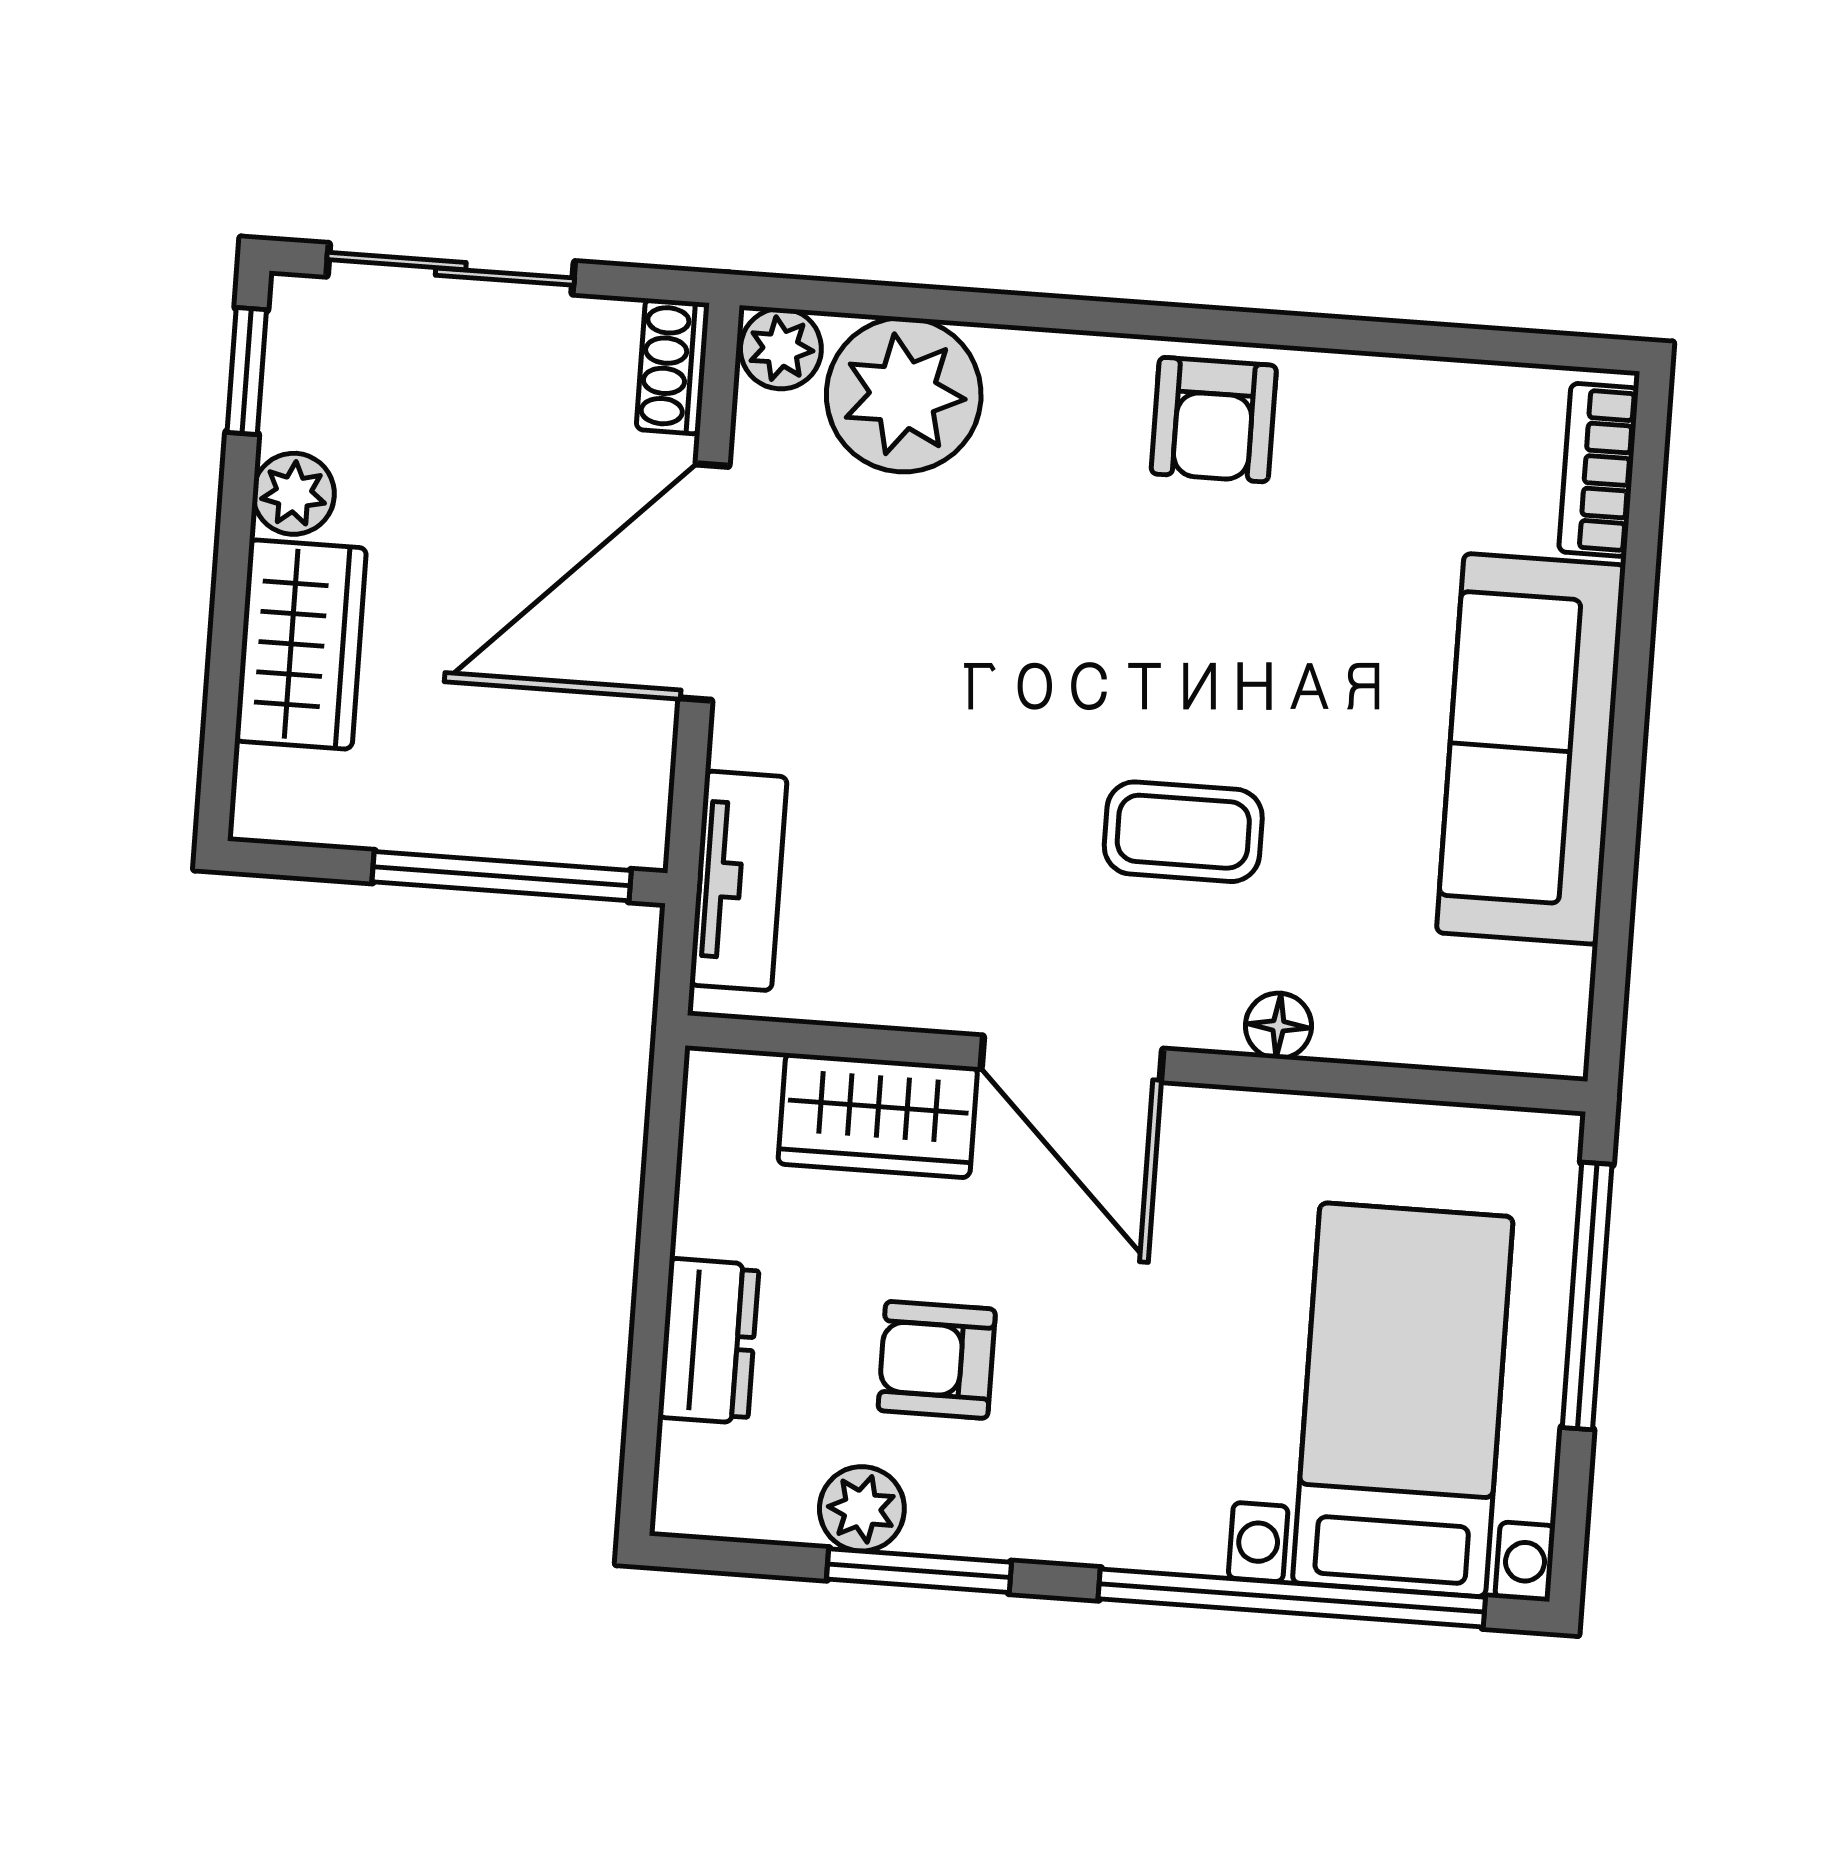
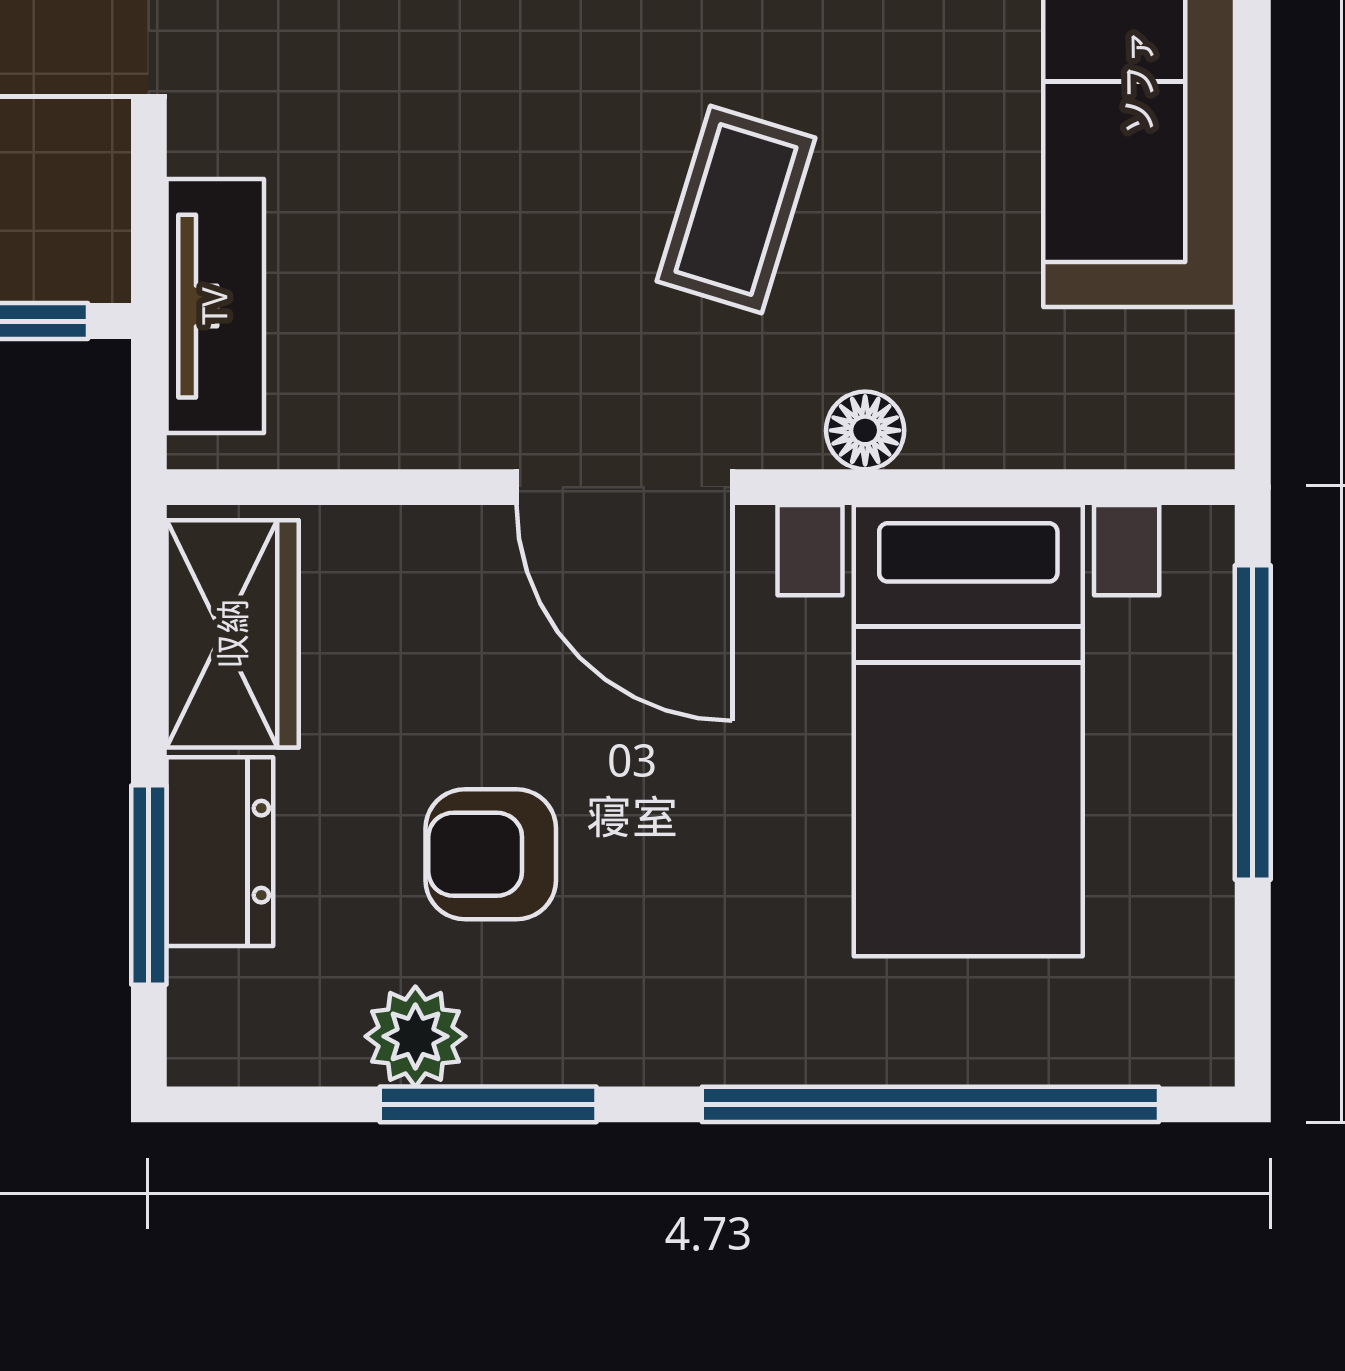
coffee table: (1183, 832) -> (736, 210), turned -73
wardrobe: (878, 1116) -> (233, 634), moved, turned -90
window: (647, 1365) -> (149, 885), added
bed with nightstands: (1403, 1400) -> (968, 731), moved, turned 180

